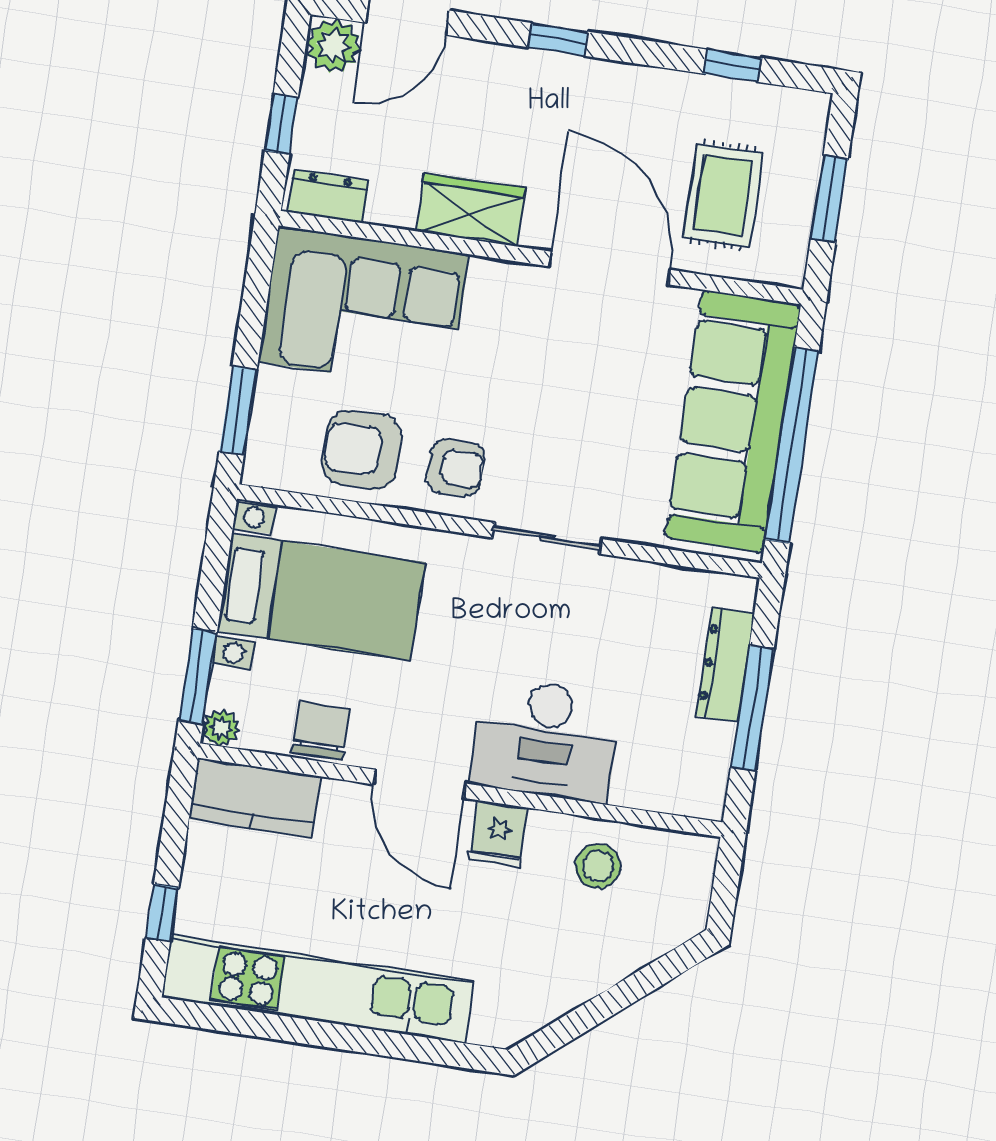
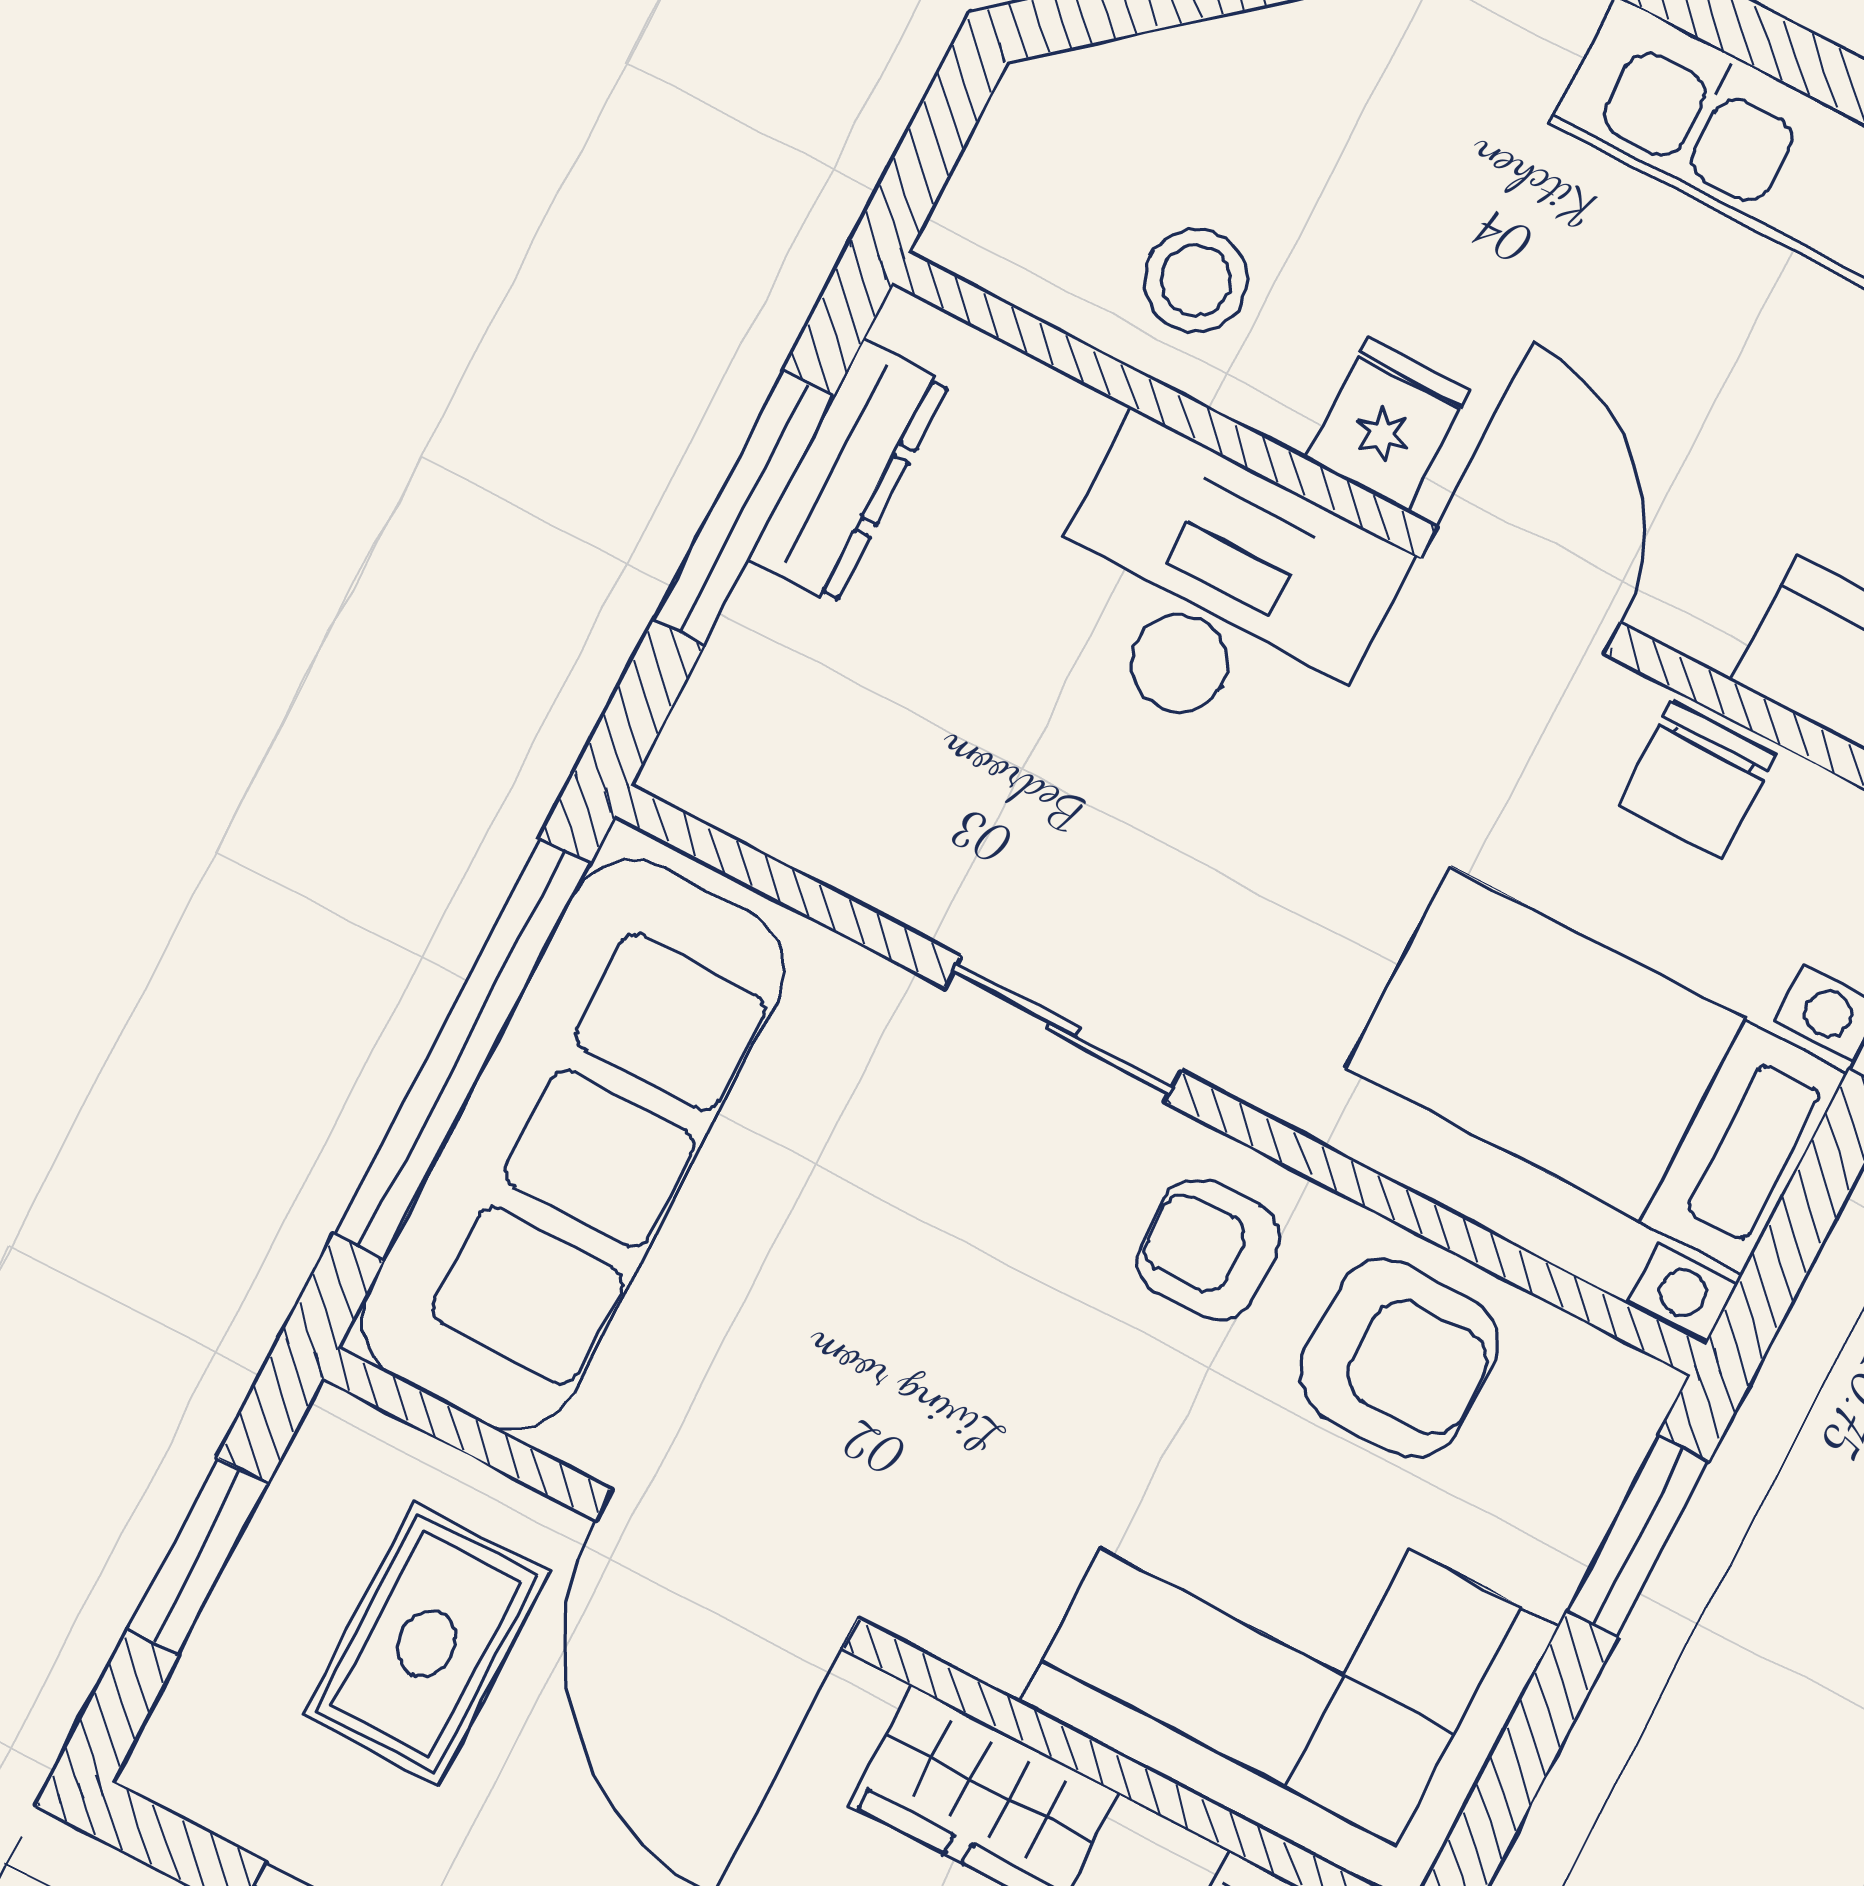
dresser: (725, 665) -> (849, 471), moved

